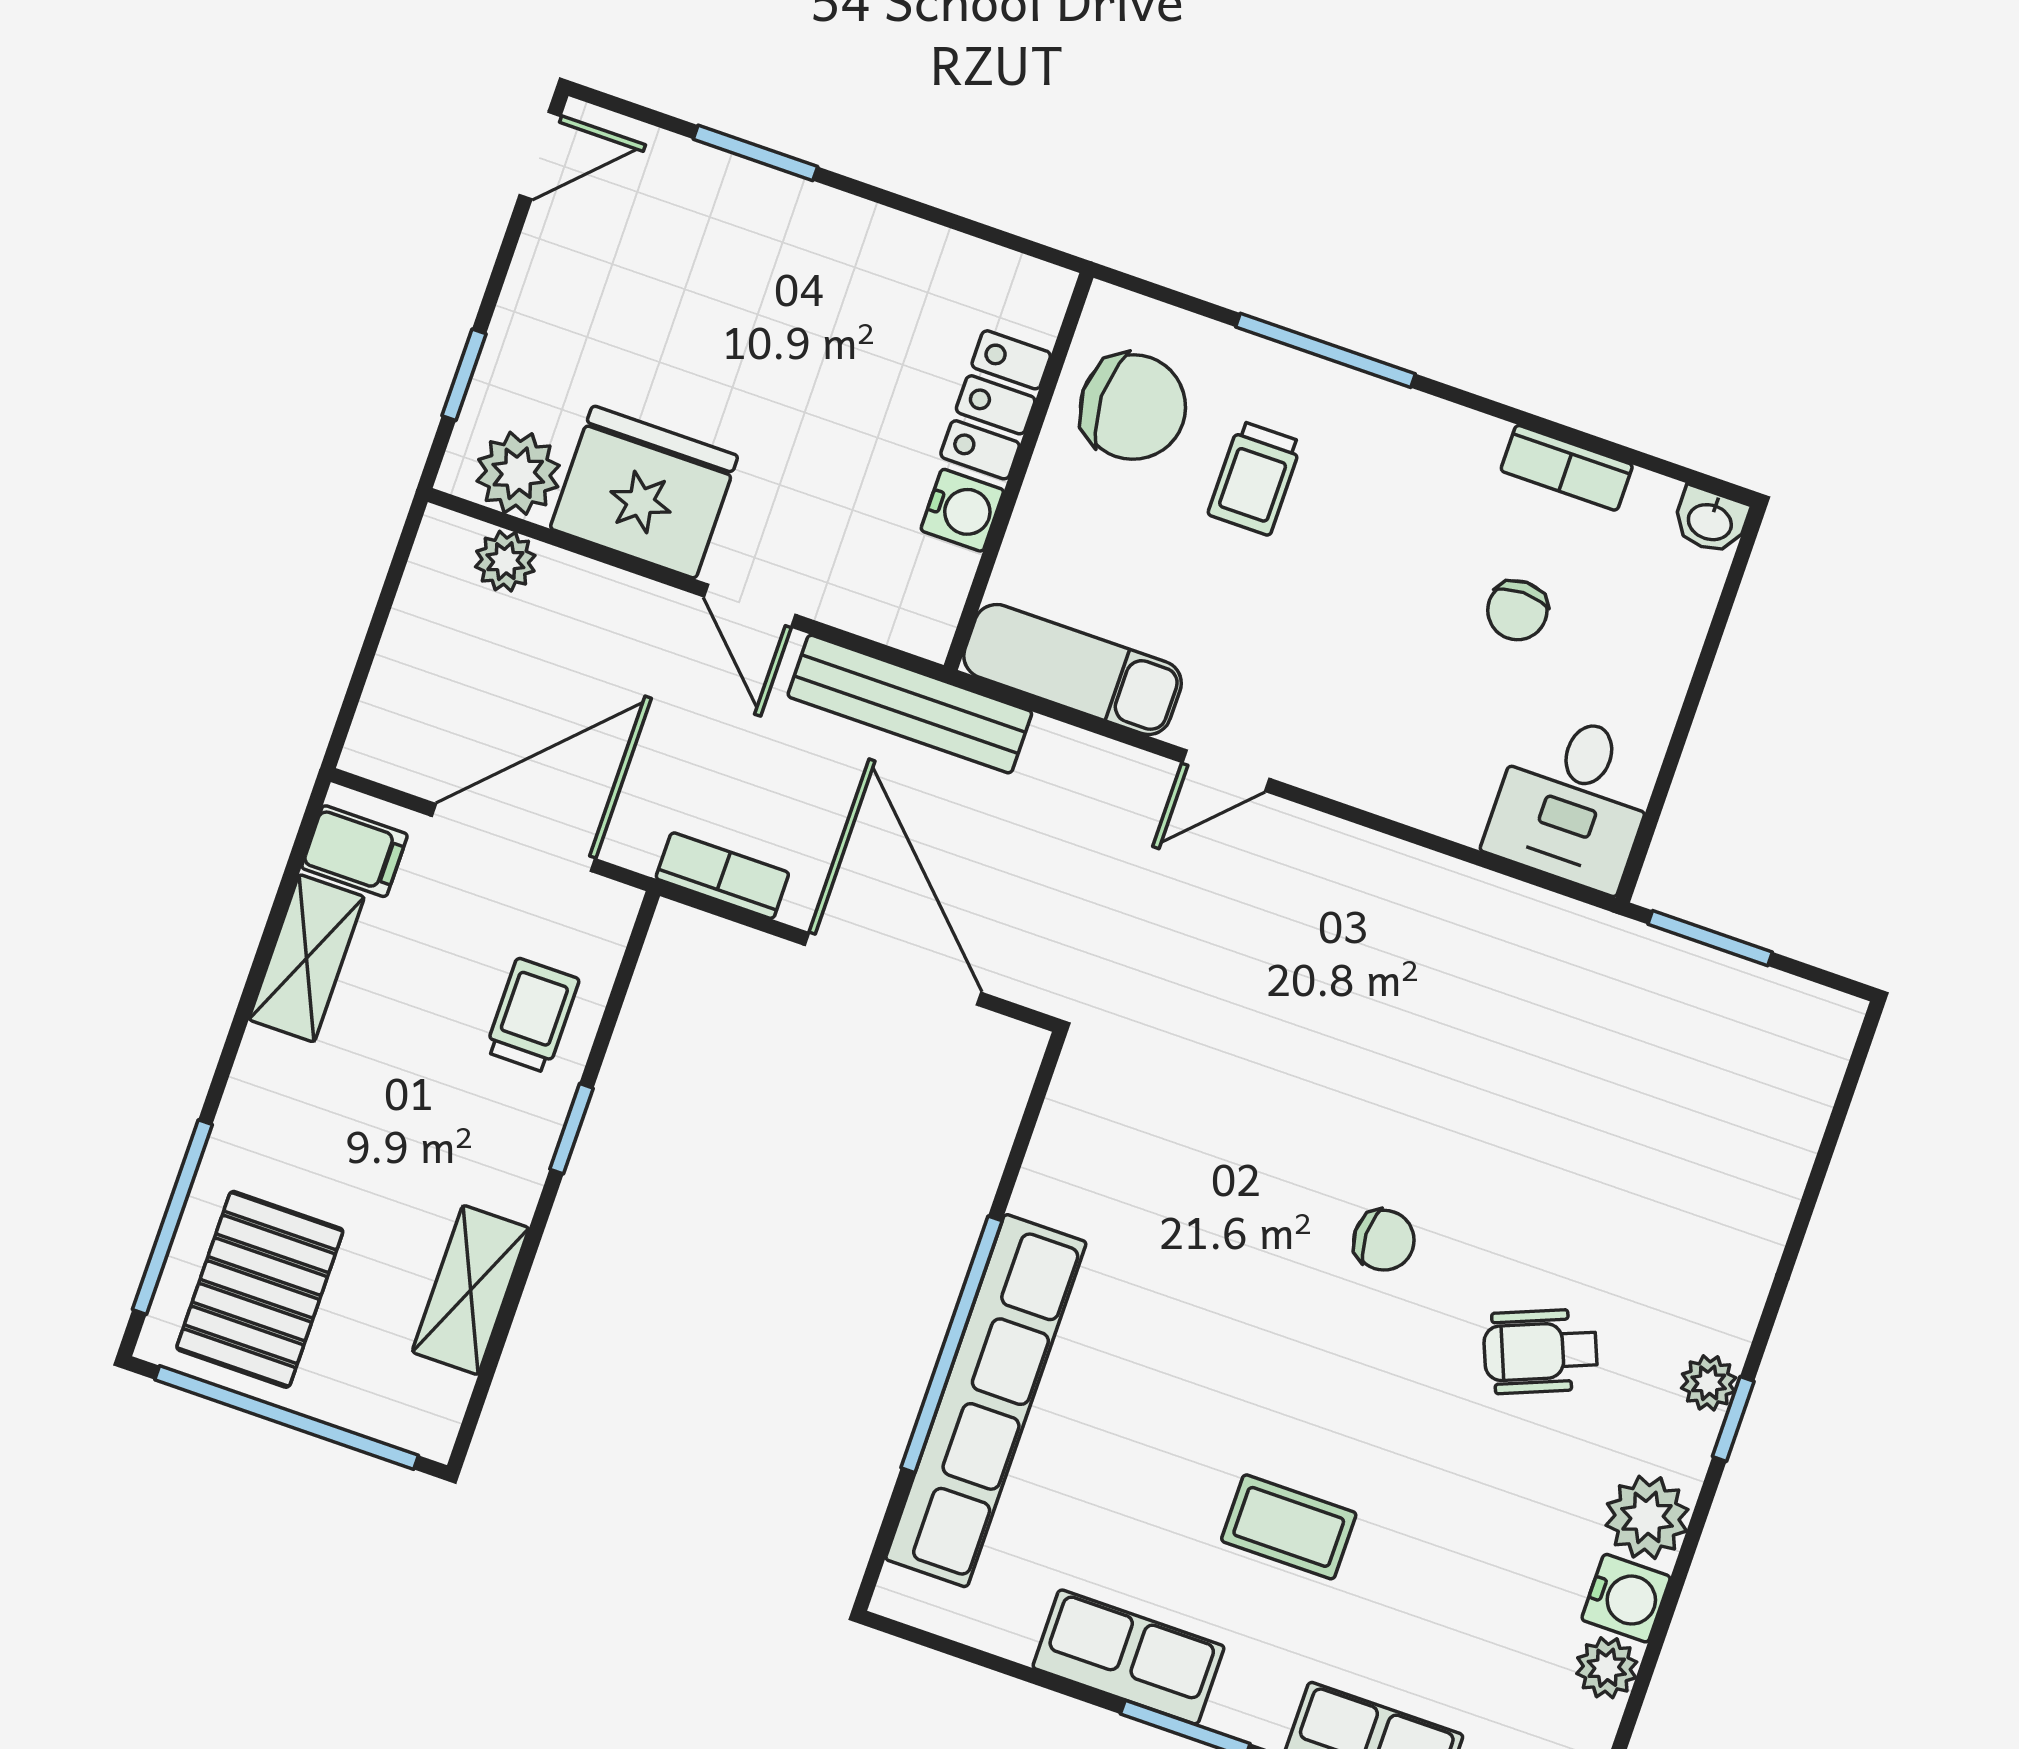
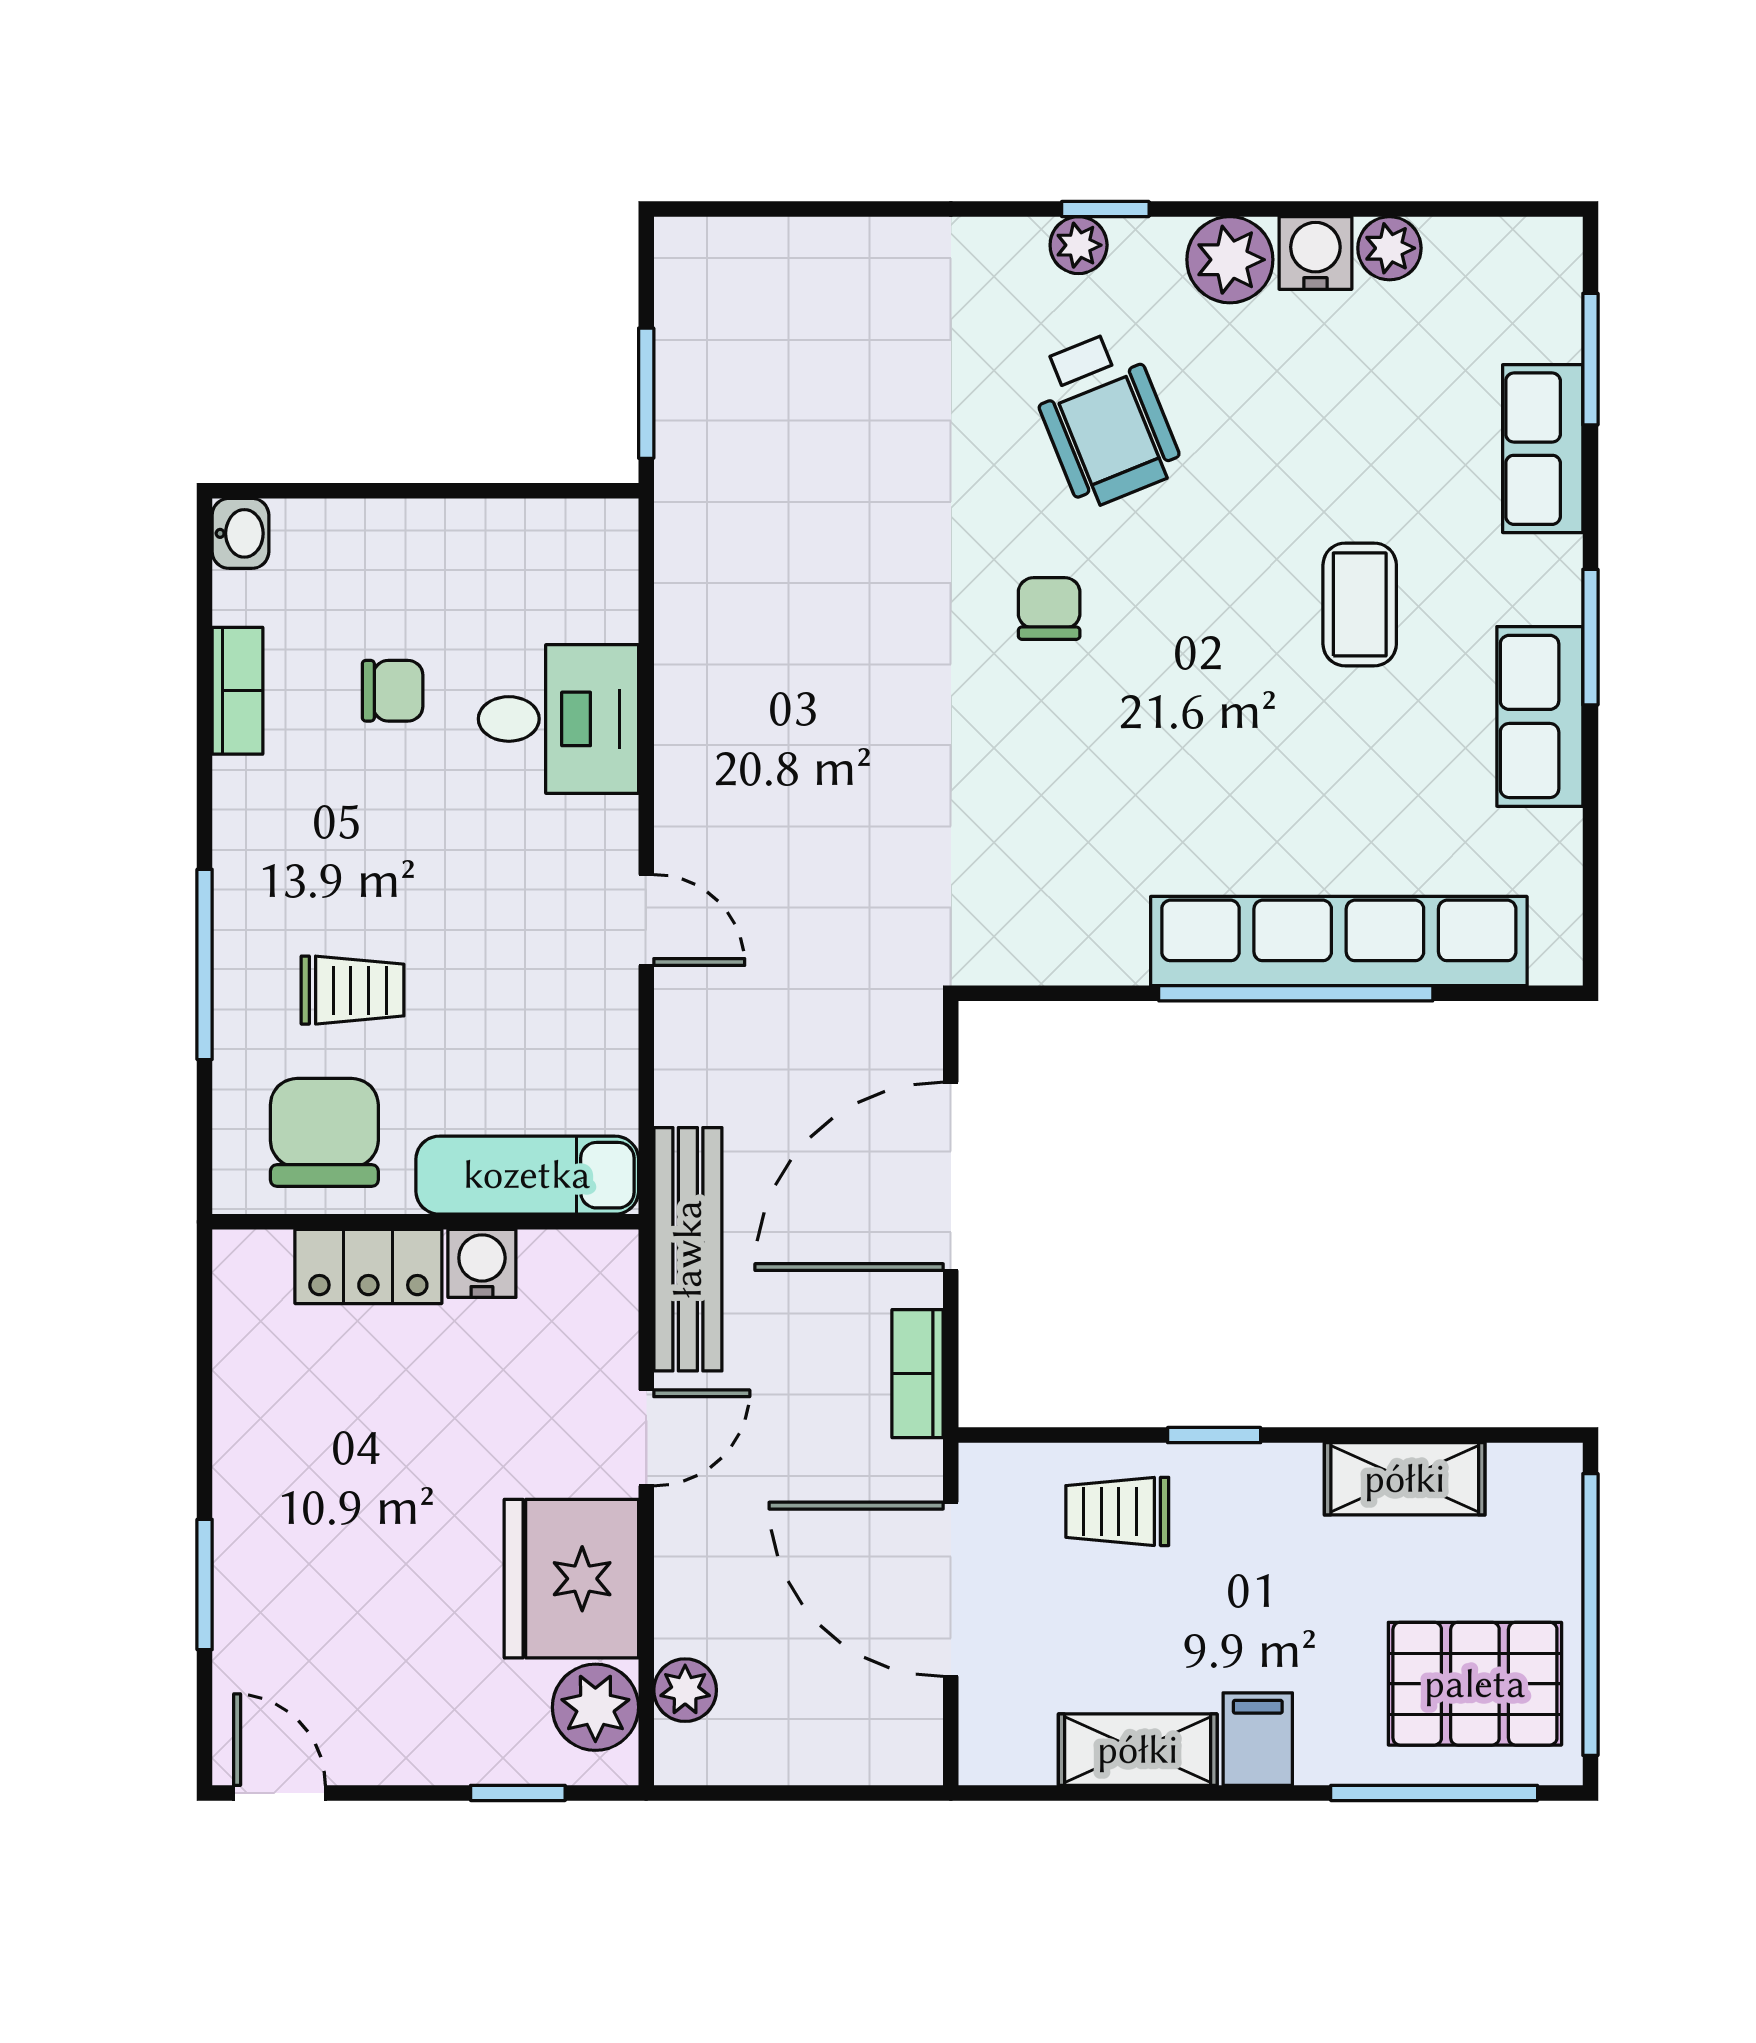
exam couch: (1073, 669) -> (527, 1175), moved, turned 90
desk: (1573, 800) -> (558, 719), moved
filing cabinet: (354, 851) -> (1258, 1739), moved
wheelchair: (1541, 1351) -> (1104, 419), width x1.36, depth x1.37

